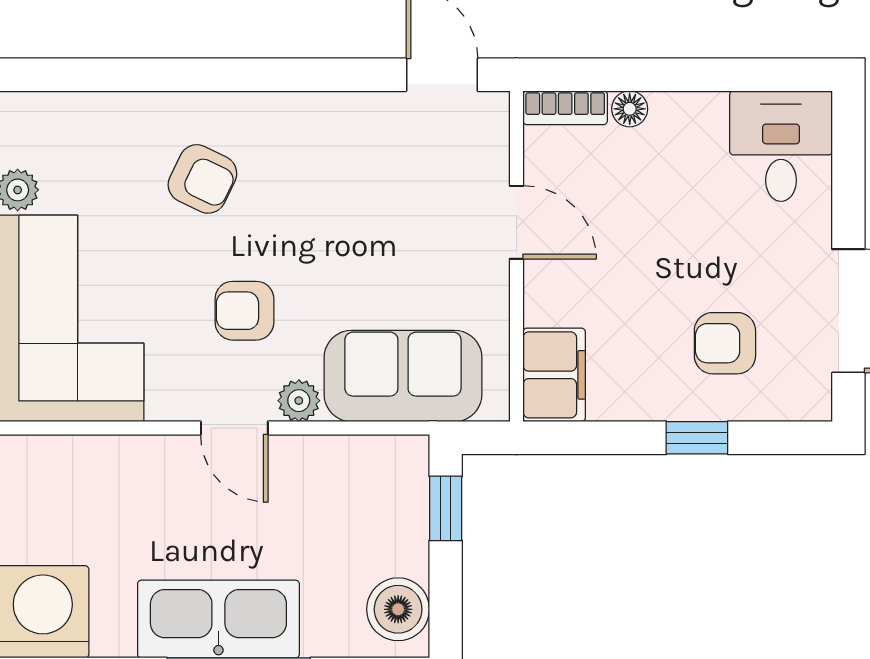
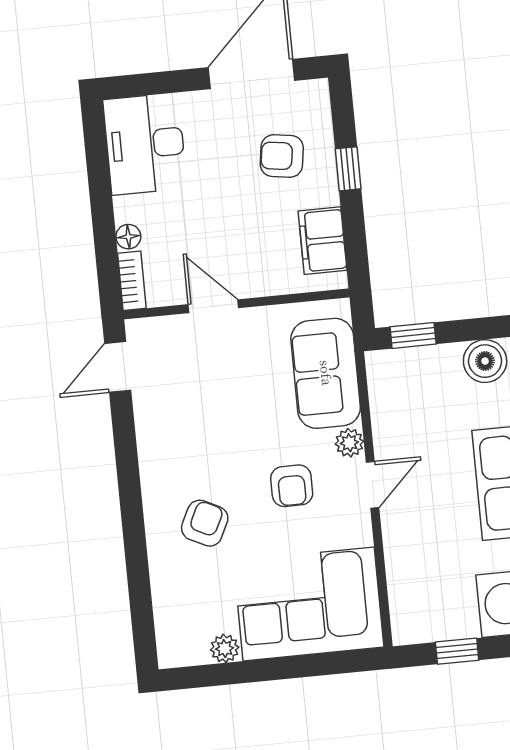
desk: (781, 146) -> (145, 144), width x1.37
door: (517, 222) -> (213, 306), hinge flipped
armchair: (725, 343) -> (282, 156), turned 98
filing cabinet: (554, 375) -> (323, 241), moved, turned -90

